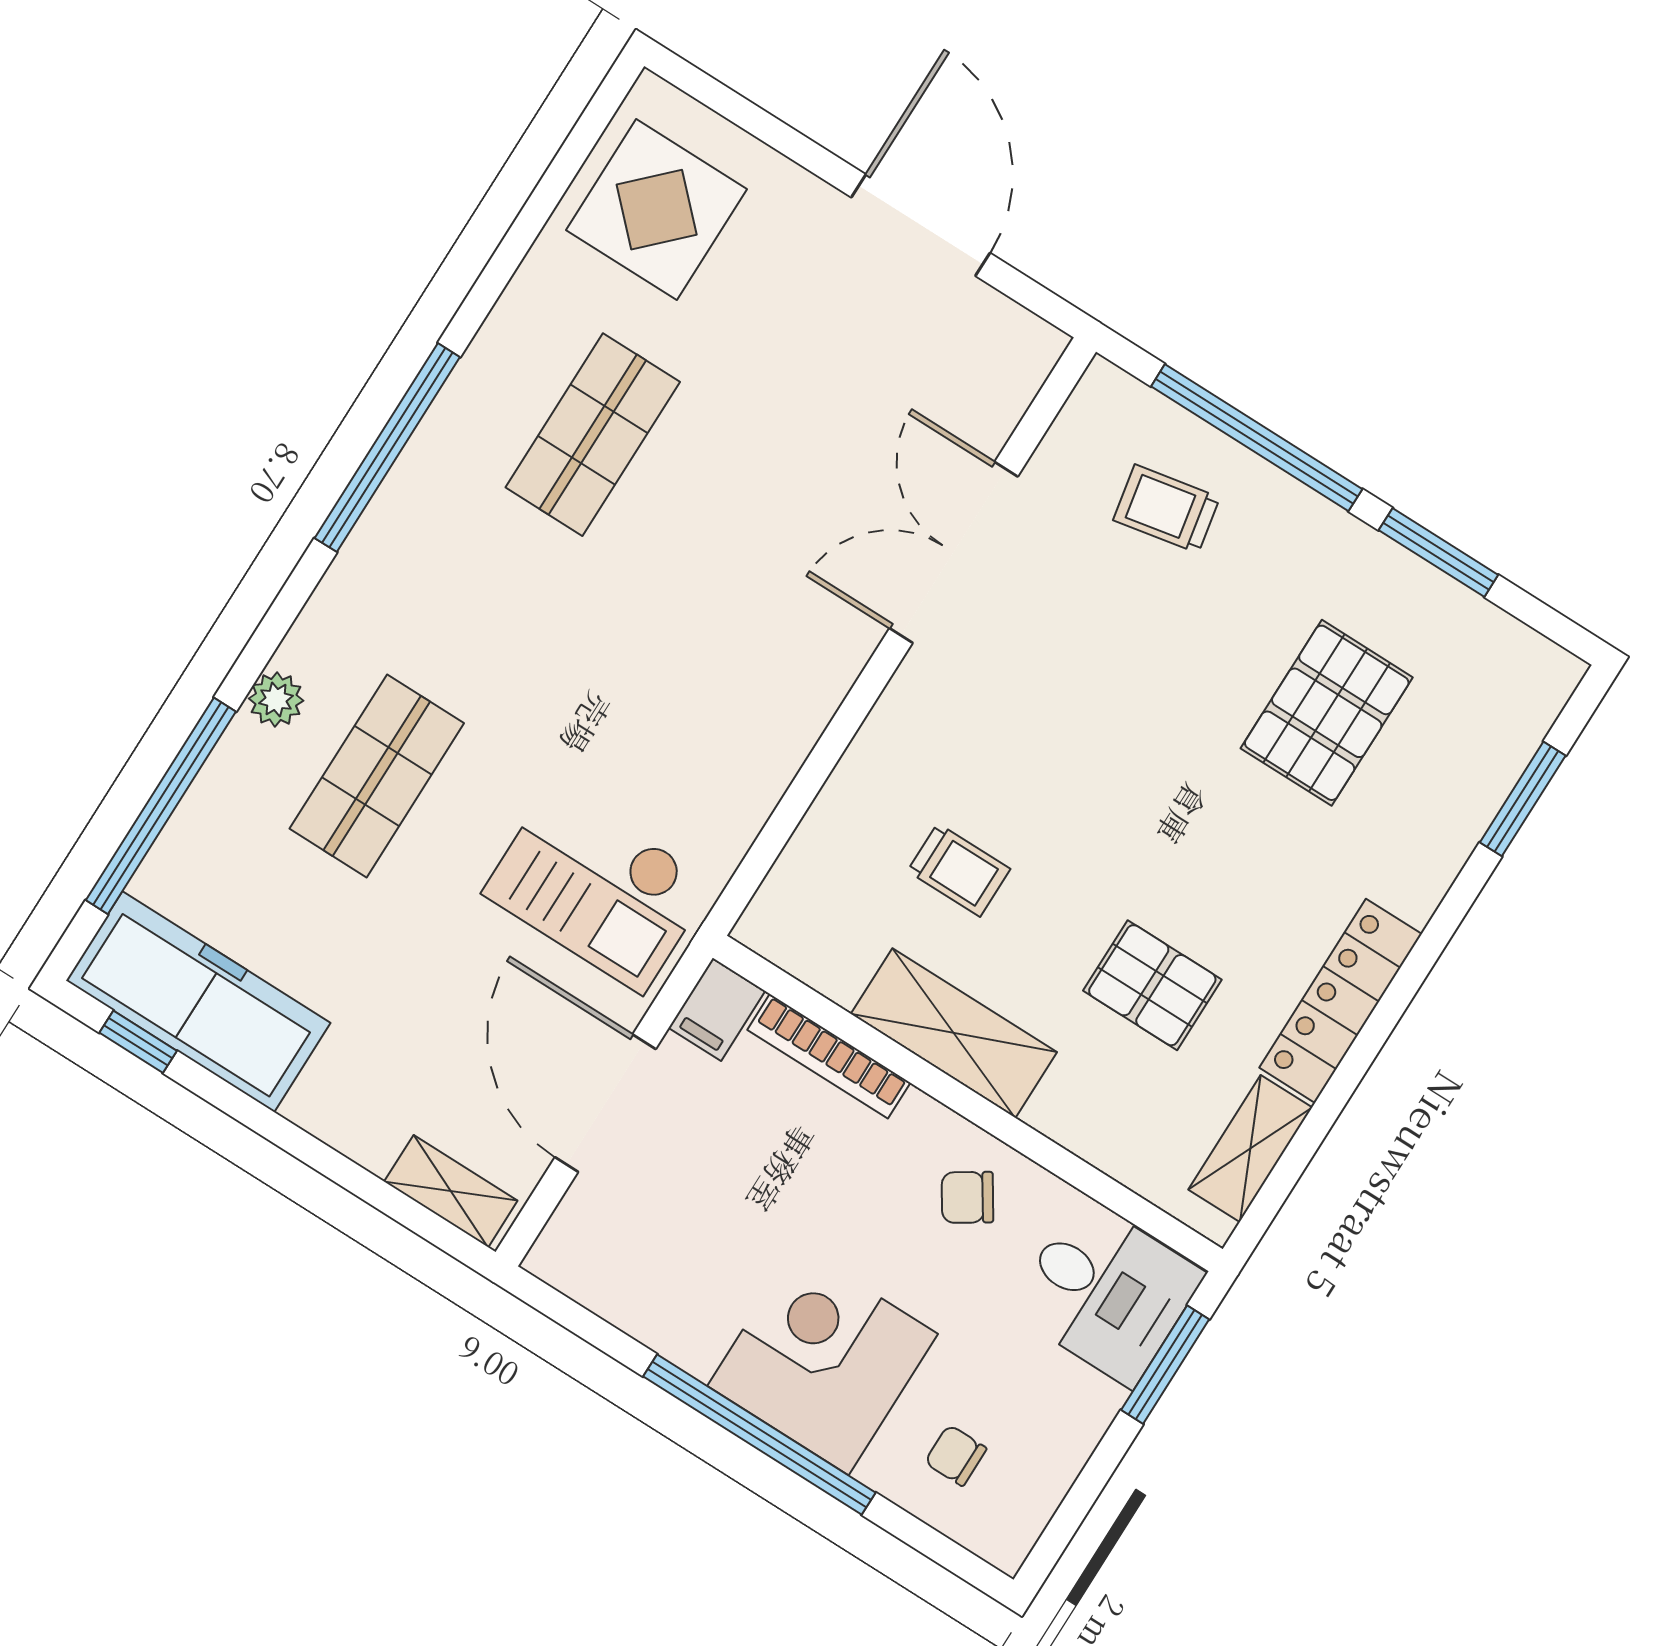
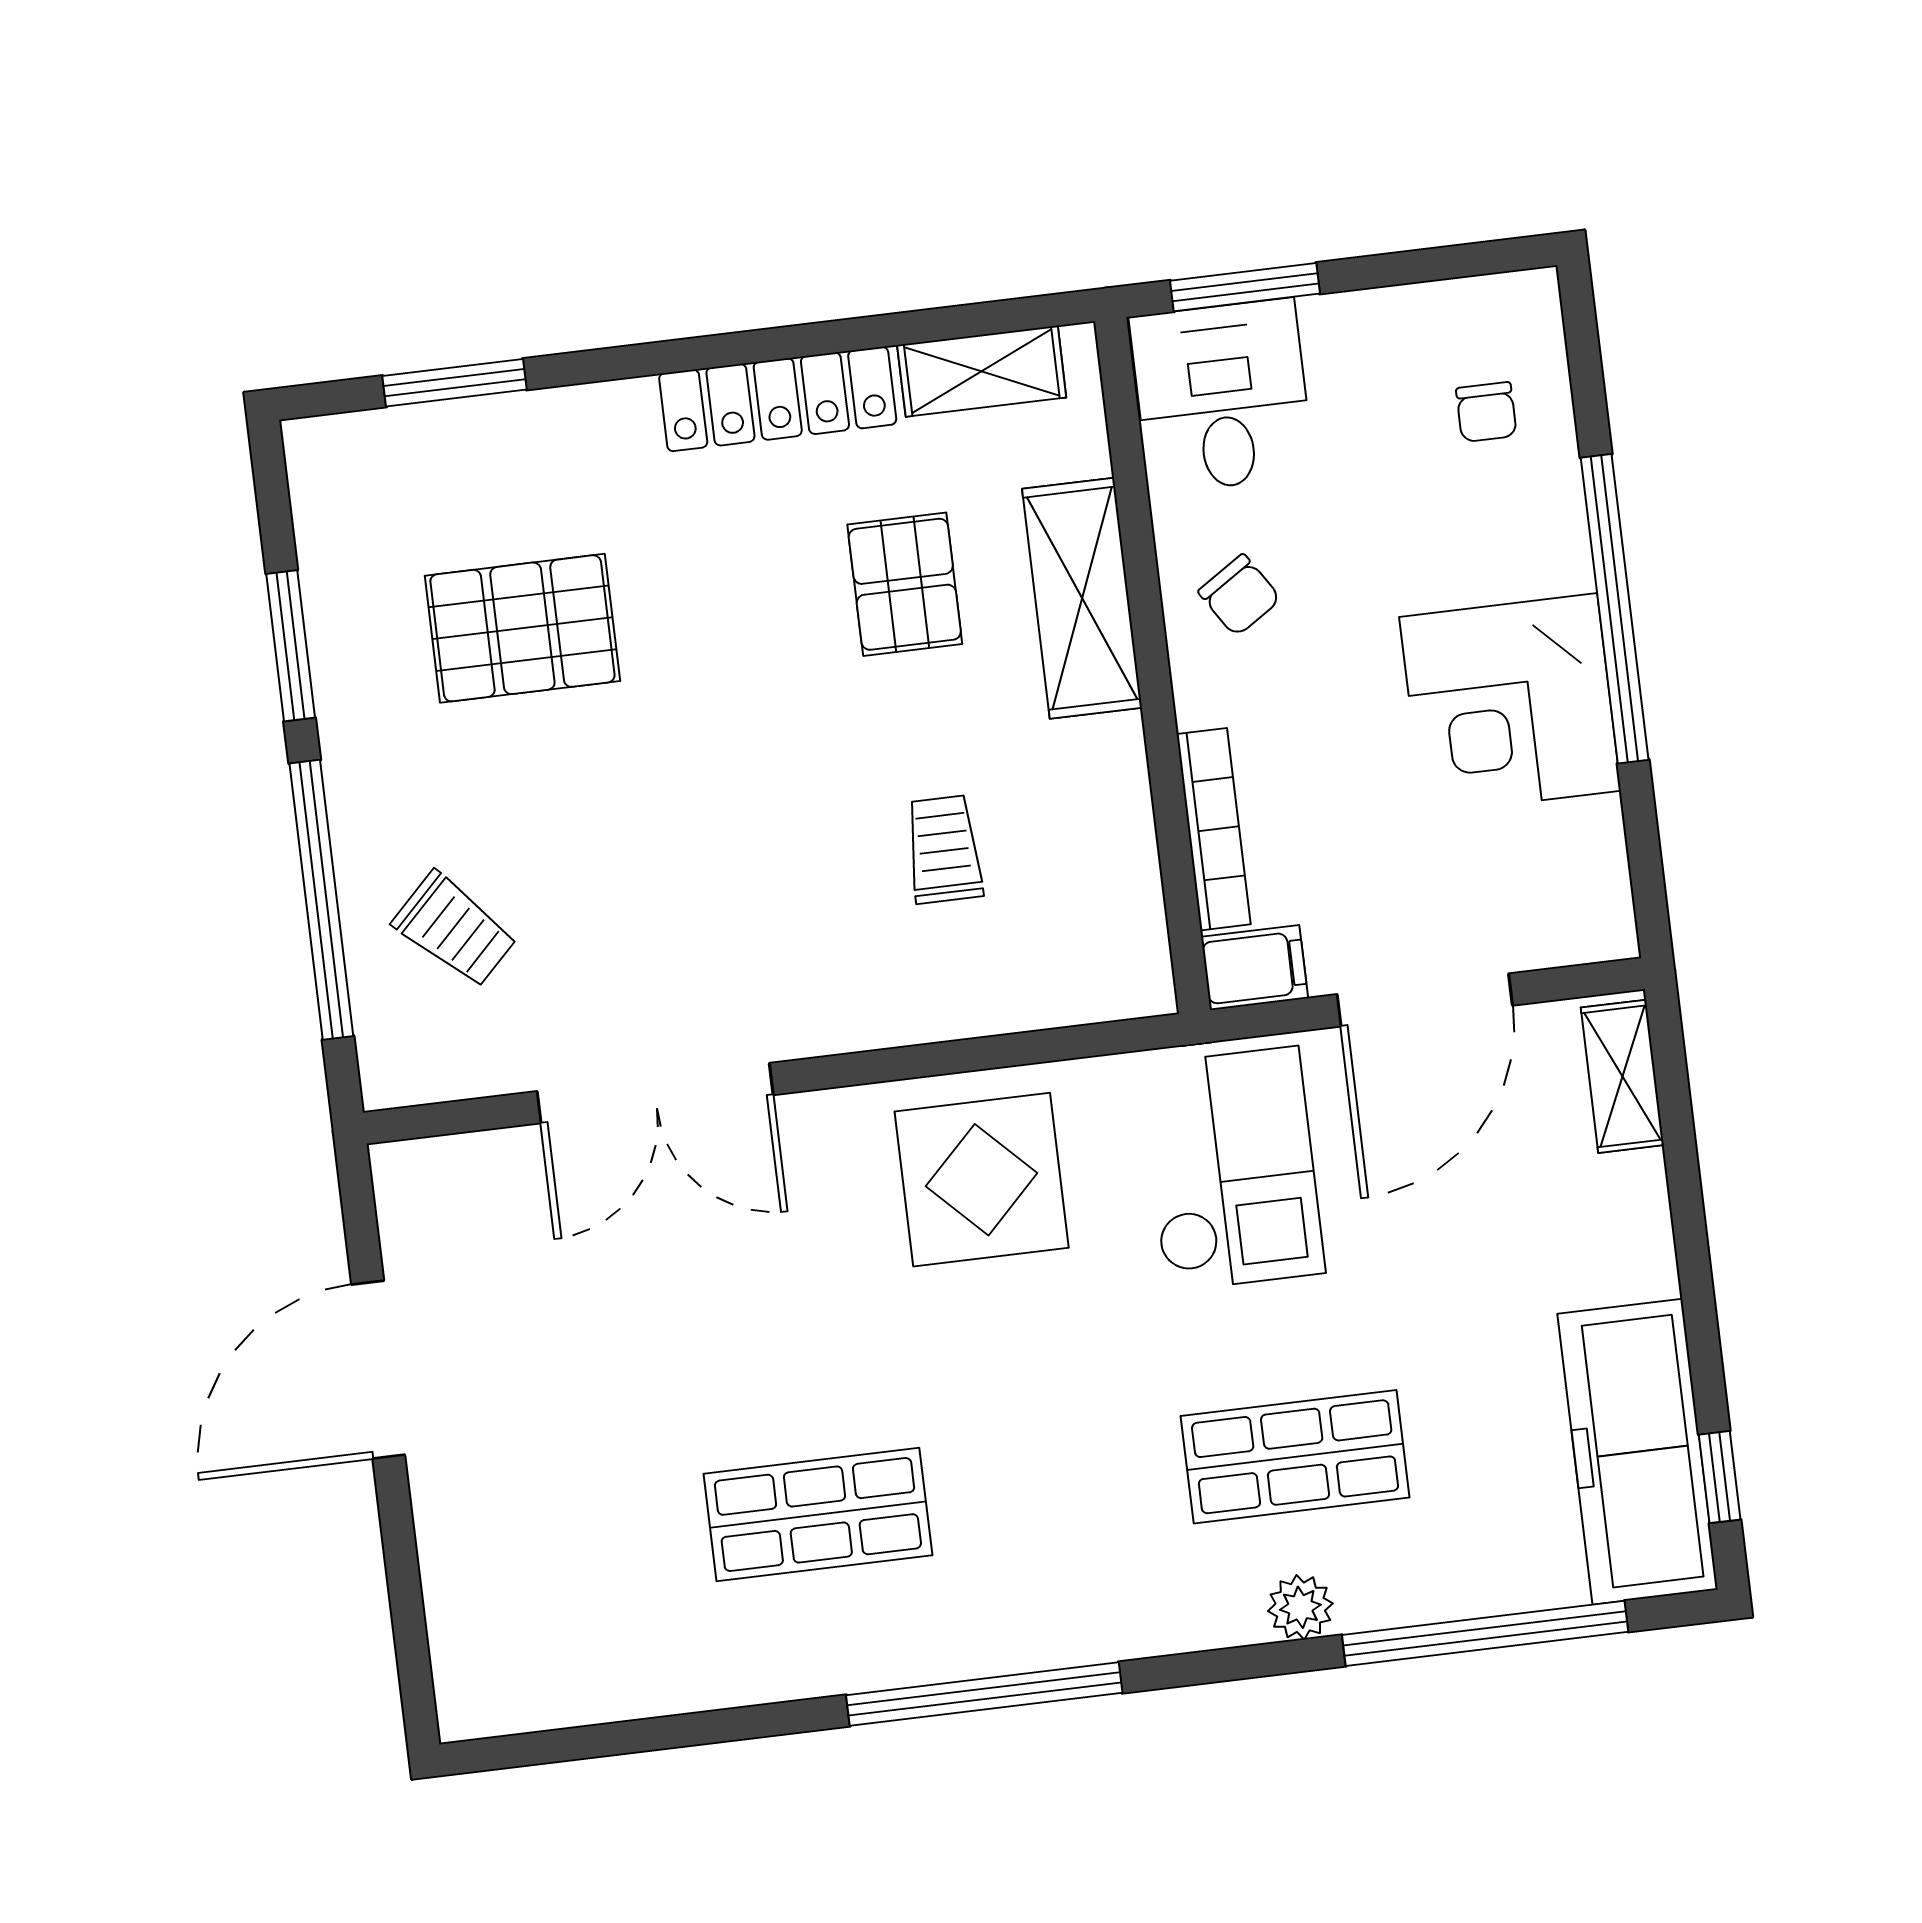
display table: (657, 210) -> (982, 1180), moved
trolley: (1166, 509) -> (455, 930), turned -34
shelving: (954, 1033) -> (1082, 598), moved
corner desk: (823, 1360) -> (1510, 704), moved

